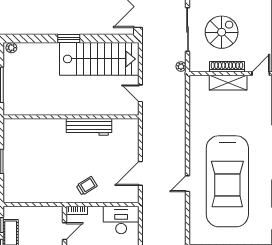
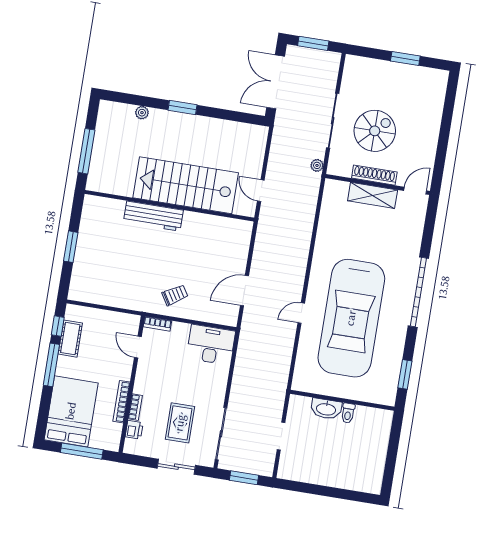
plant: (11, 48) -> (142, 113), moved
stairs: (99, 59) -> (186, 185), moved, turned 180
workbench: (89, 127) -> (153, 216), moved
door: (64, 231) -> (138, 347), swing flipped

